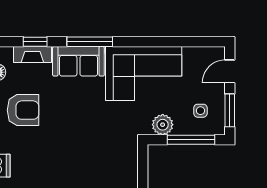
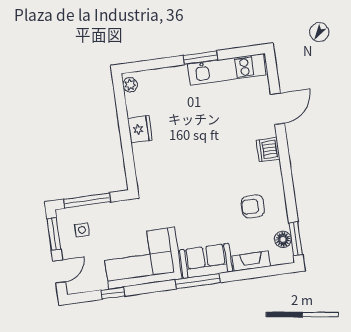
window: (35, 42) -> (113, 293), moved
armchair: (23, 110) -> (253, 206), width x0.72, depth x0.72
plant: (163, 125) -> (116, 211), removed

